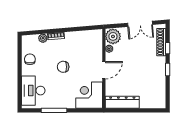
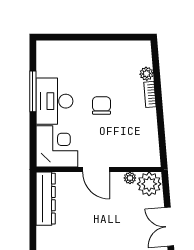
chair: (30, 59) -> (113, 53), removed
desk: (33, 91) -> (54, 101), moved, turned -90

